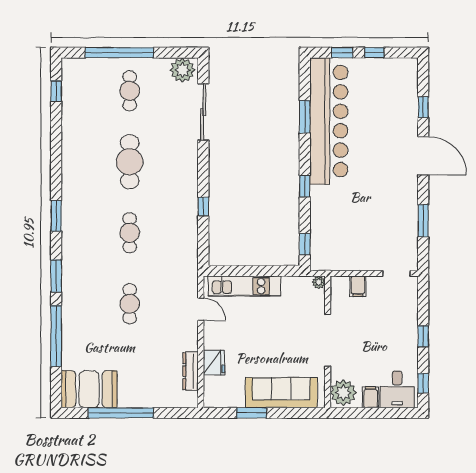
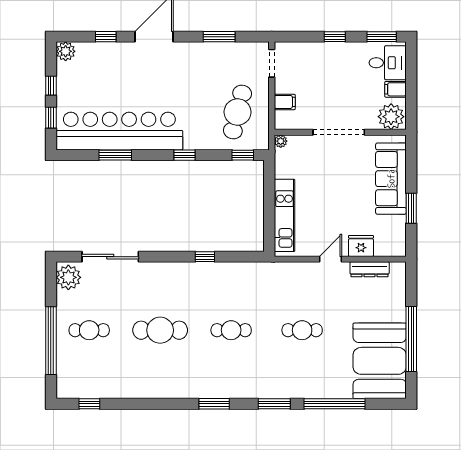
plant: (409, 67) -> (66, 51), added
cafe table: (348, 239) -> (238, 112), added
door: (201, 309) -> (330, 259), moved
window: (423, 383) -> (382, 37), width x1.50
booth: (89, 389) -> (380, 361), width x1.36, depth x1.42

